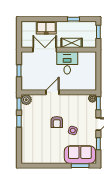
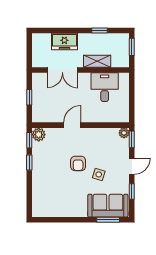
double door: (45, 50) -> (62, 70), swing flipped
desk: (67, 63) -> (105, 87), moved

